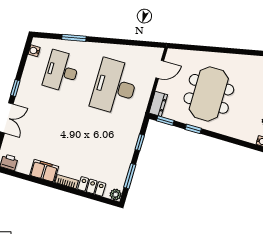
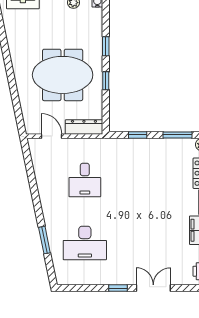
water cooler: (34, 51) -> (71, 279), removed
desk: (115, 87) -> (85, 180), width x0.53, depth x0.77
dresser: (158, 104) -> (84, 127), width x1.44
window: (165, 121) -> (106, 46), moved

